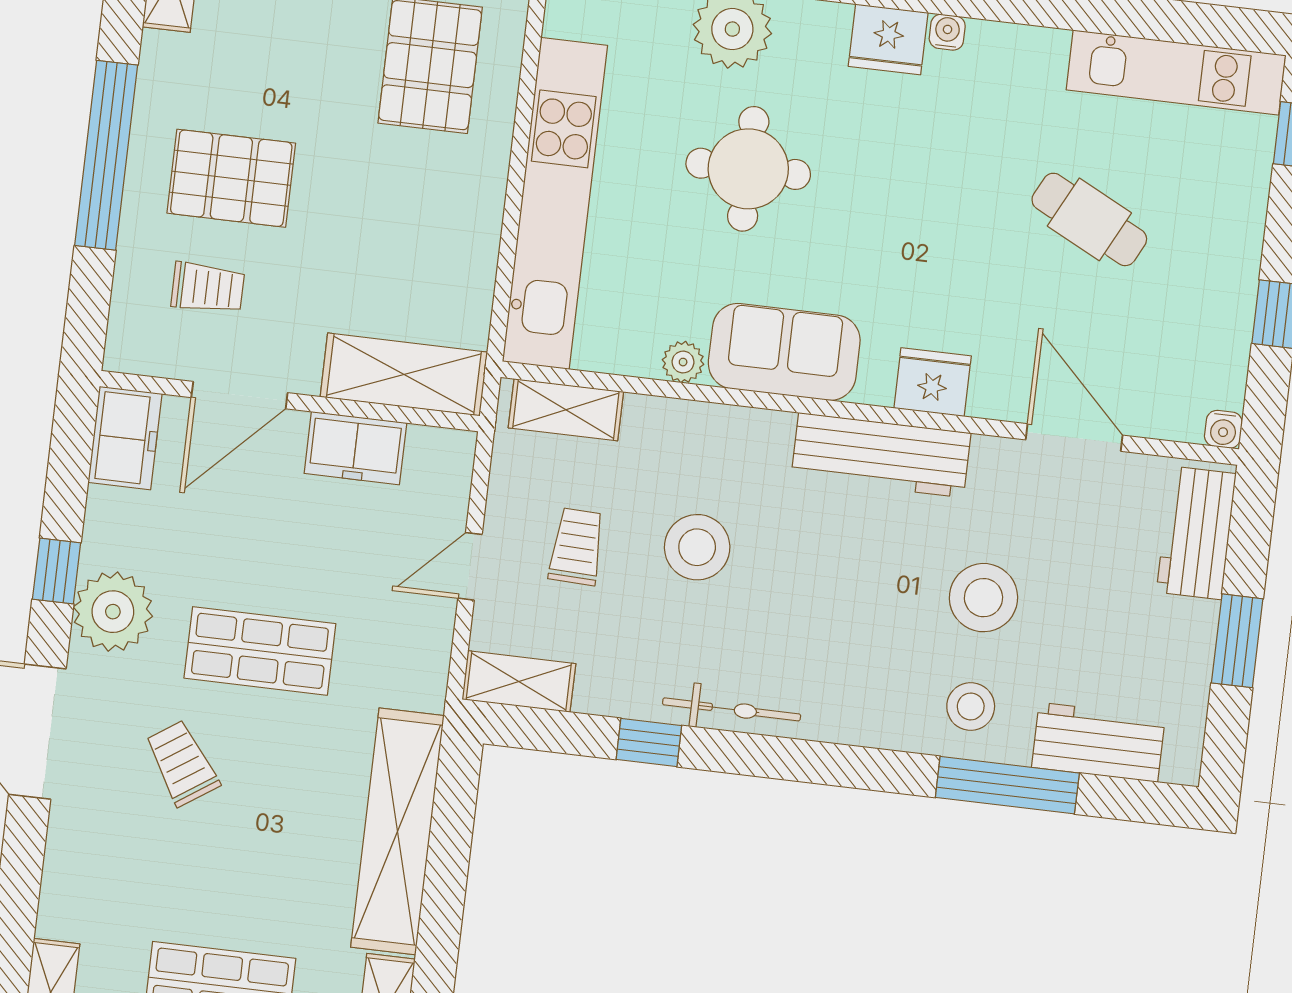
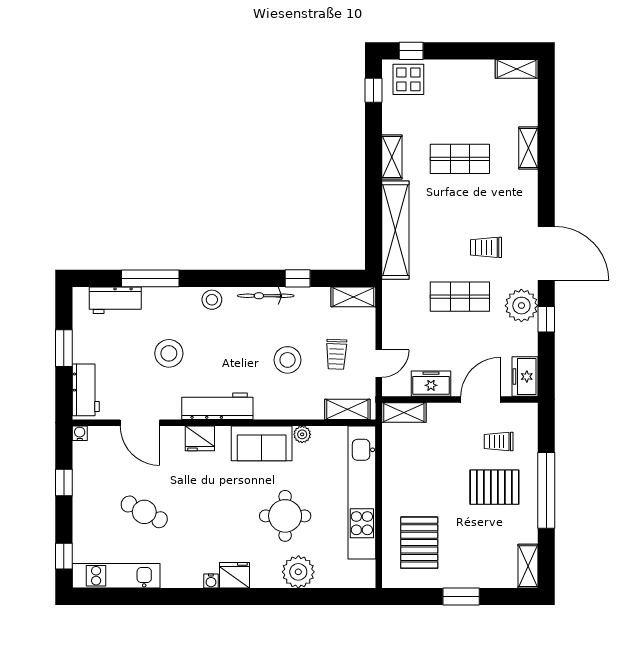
shelving: (404, 374) -> (404, 413), width x0.67, depth x0.75
door: (470, 566) -> (379, 364), moved
stool: (971, 706) -> (212, 300), moved
trolley: (182, 763) -> (486, 247), turned 124

